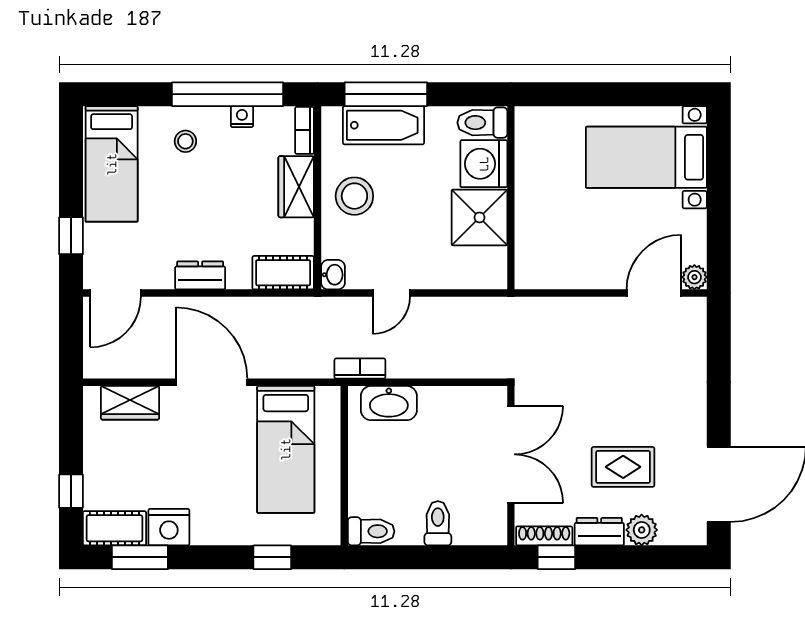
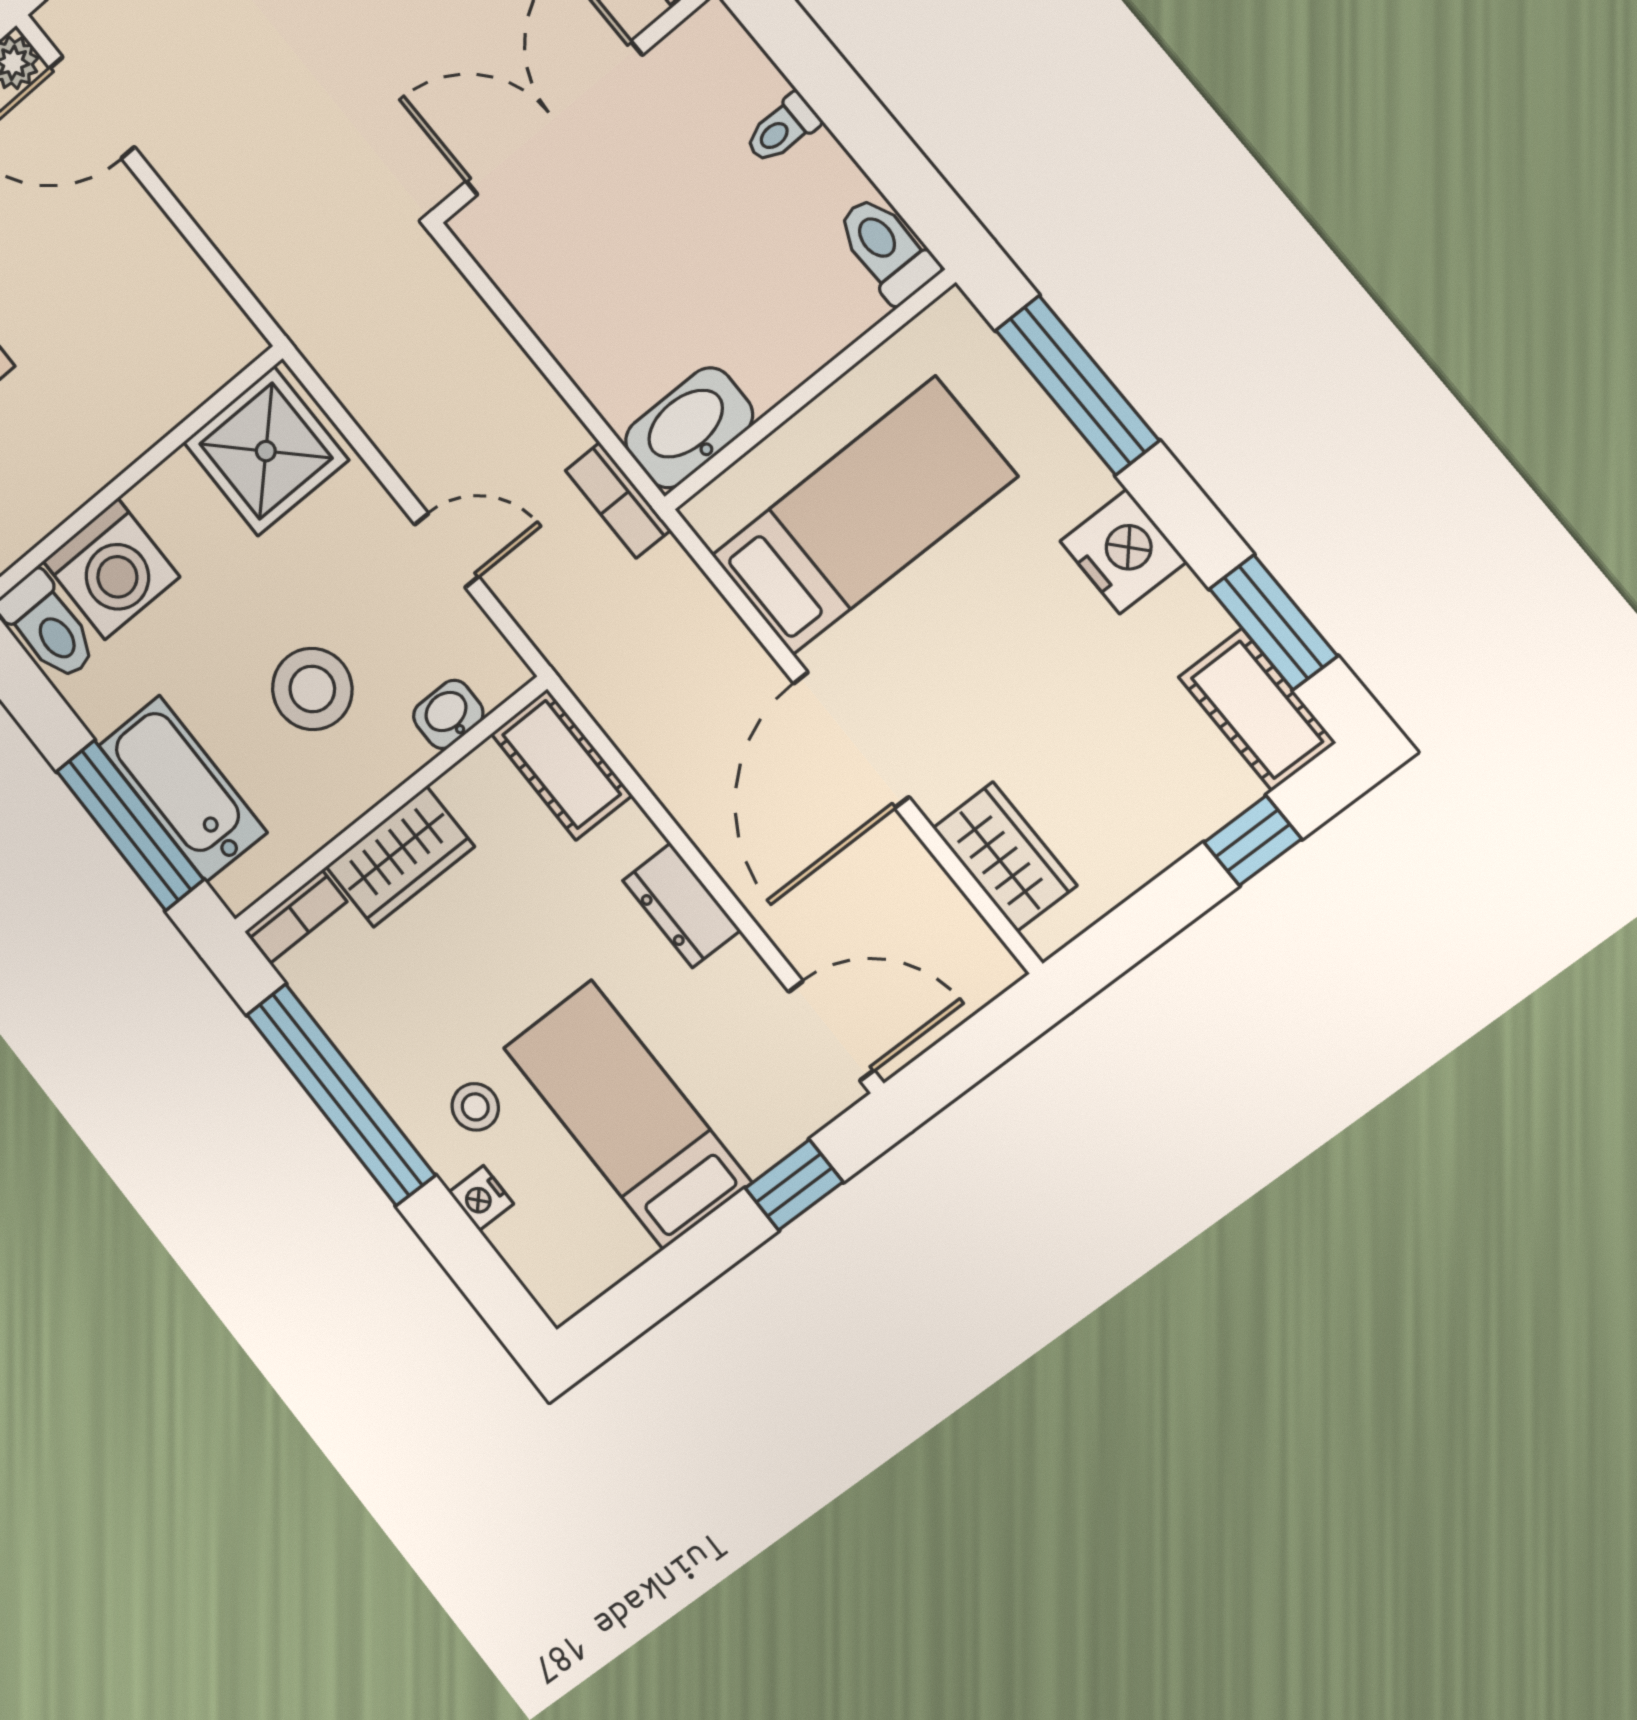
nightstand: (242, 117) -> (481, 1198), moved
bed: (112, 164) -> (627, 1115), moved, turned -90
stool: (354, 196) -> (312, 689), moved
shower: (479, 217) -> (266, 451), moved
washbasin: (333, 275) -> (448, 714), moved
washbasin: (389, 403) -> (689, 428), moved, turned -90
toilet: (438, 523) -> (782, 129), width x0.73, depth x0.72
nightstand: (169, 527) -> (1123, 552), moved
window: (272, 557) -> (1077, 385), width x2.17

